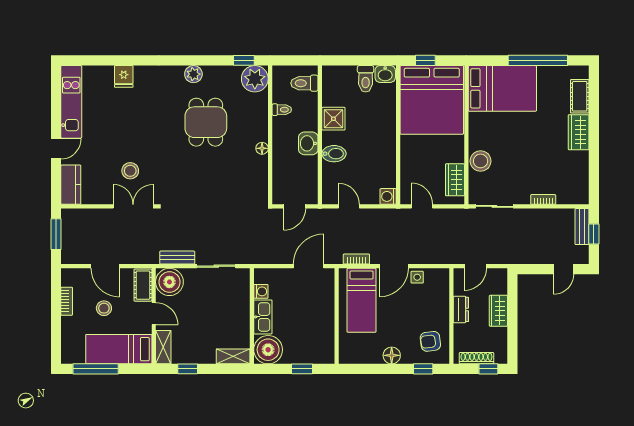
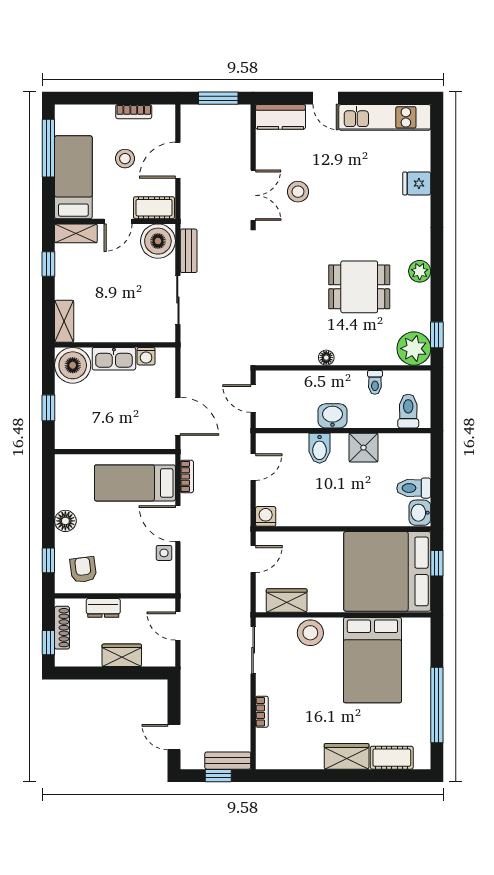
bed: (502, 88) -> (372, 660), moved
dresser: (461, 309) -> (103, 608), moved

